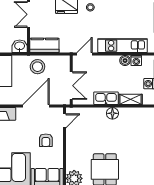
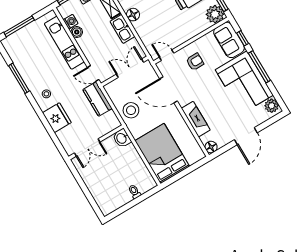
kitchen counter: (44, 45) -> (97, 99), moved

